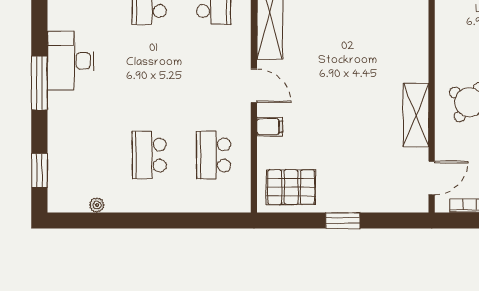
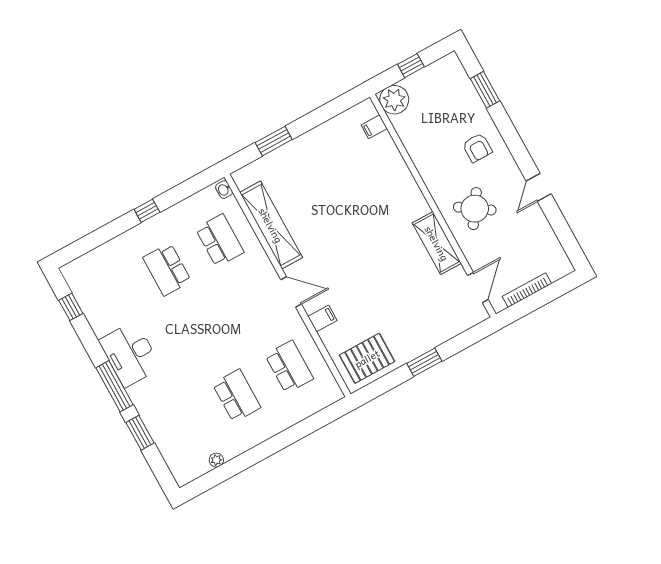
school desk: (149, 155) -> (237, 396), turned 180
school desk: (213, 155) -> (289, 367), turned 180
window: (39, 171) -> (140, 433), moved

